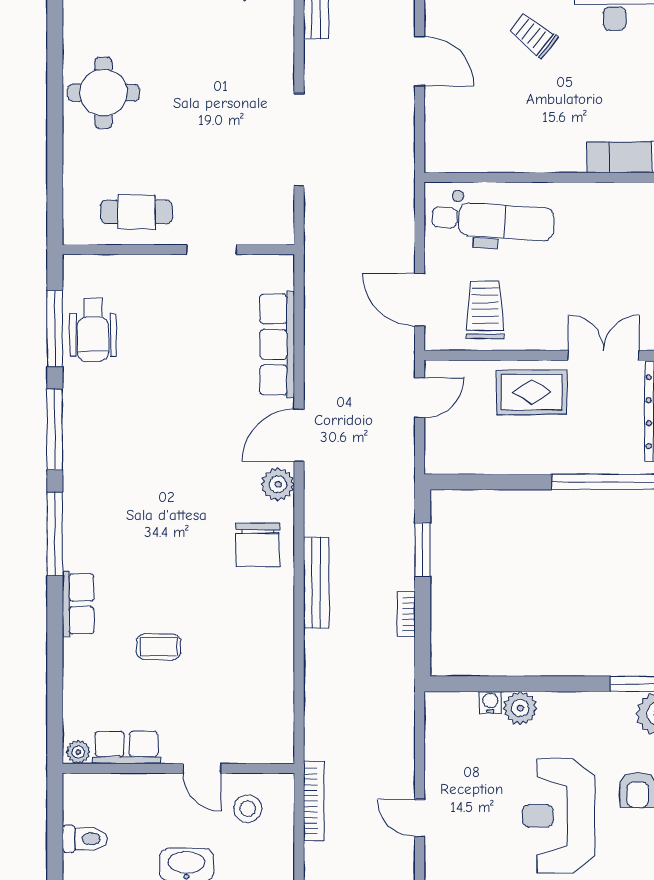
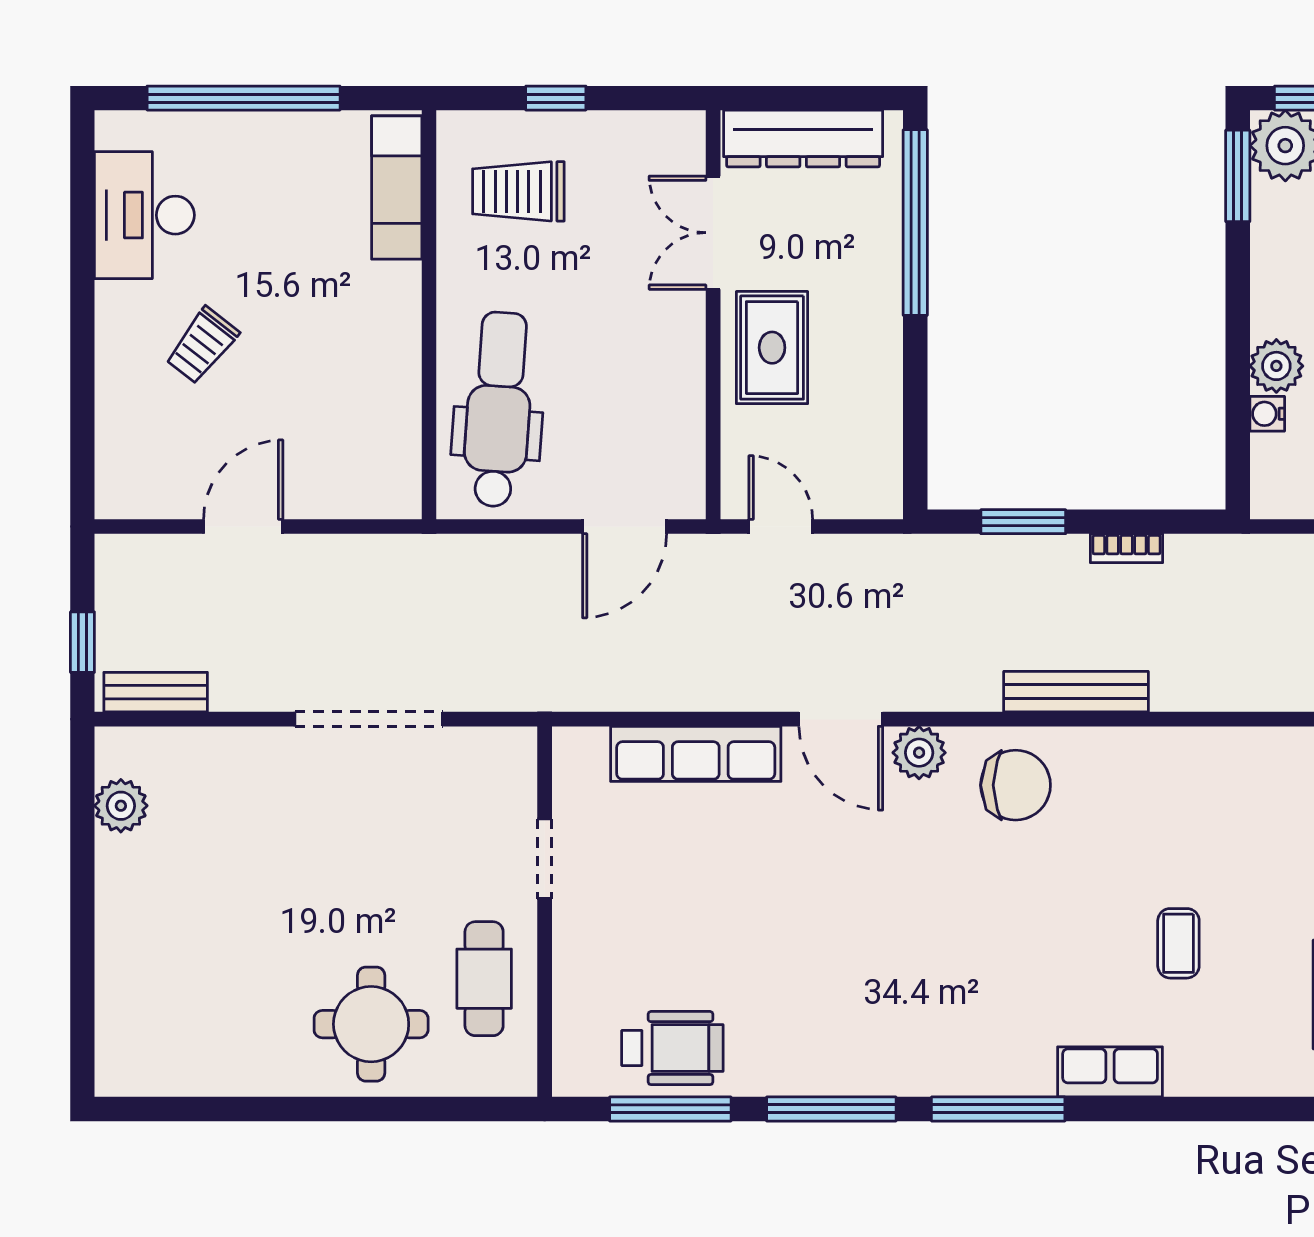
round table: (103, 93) -> (371, 1024), moved
trolley: (485, 310) -> (518, 191), moved

